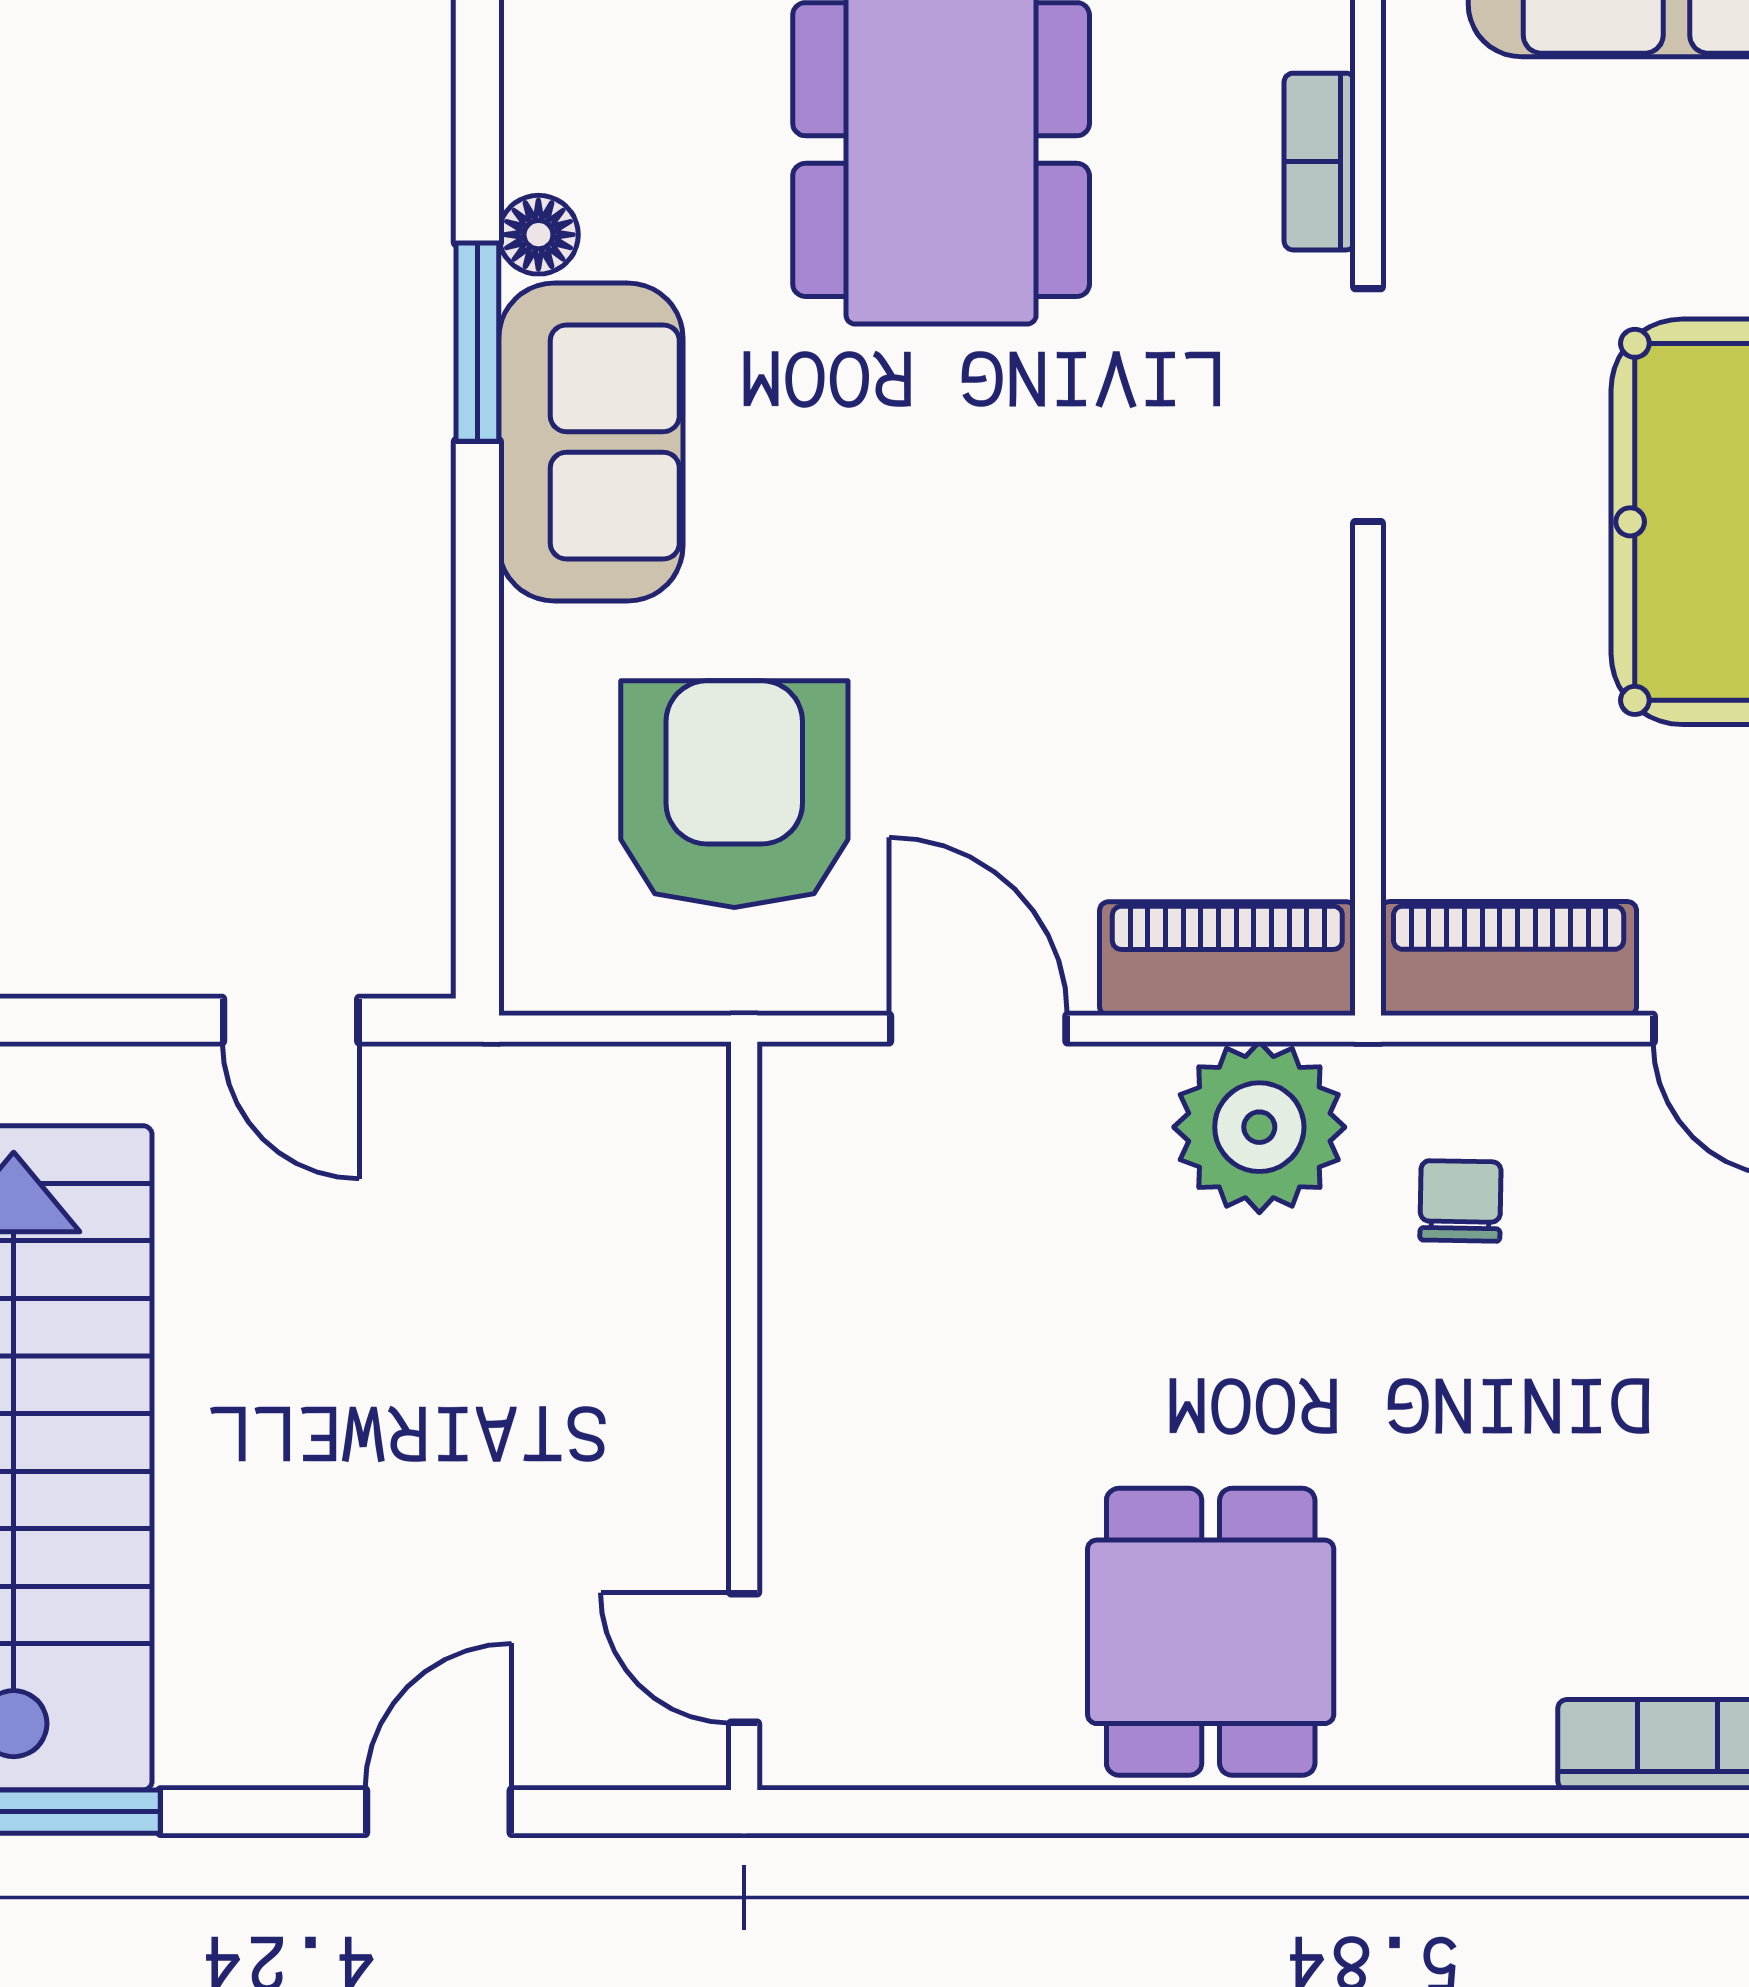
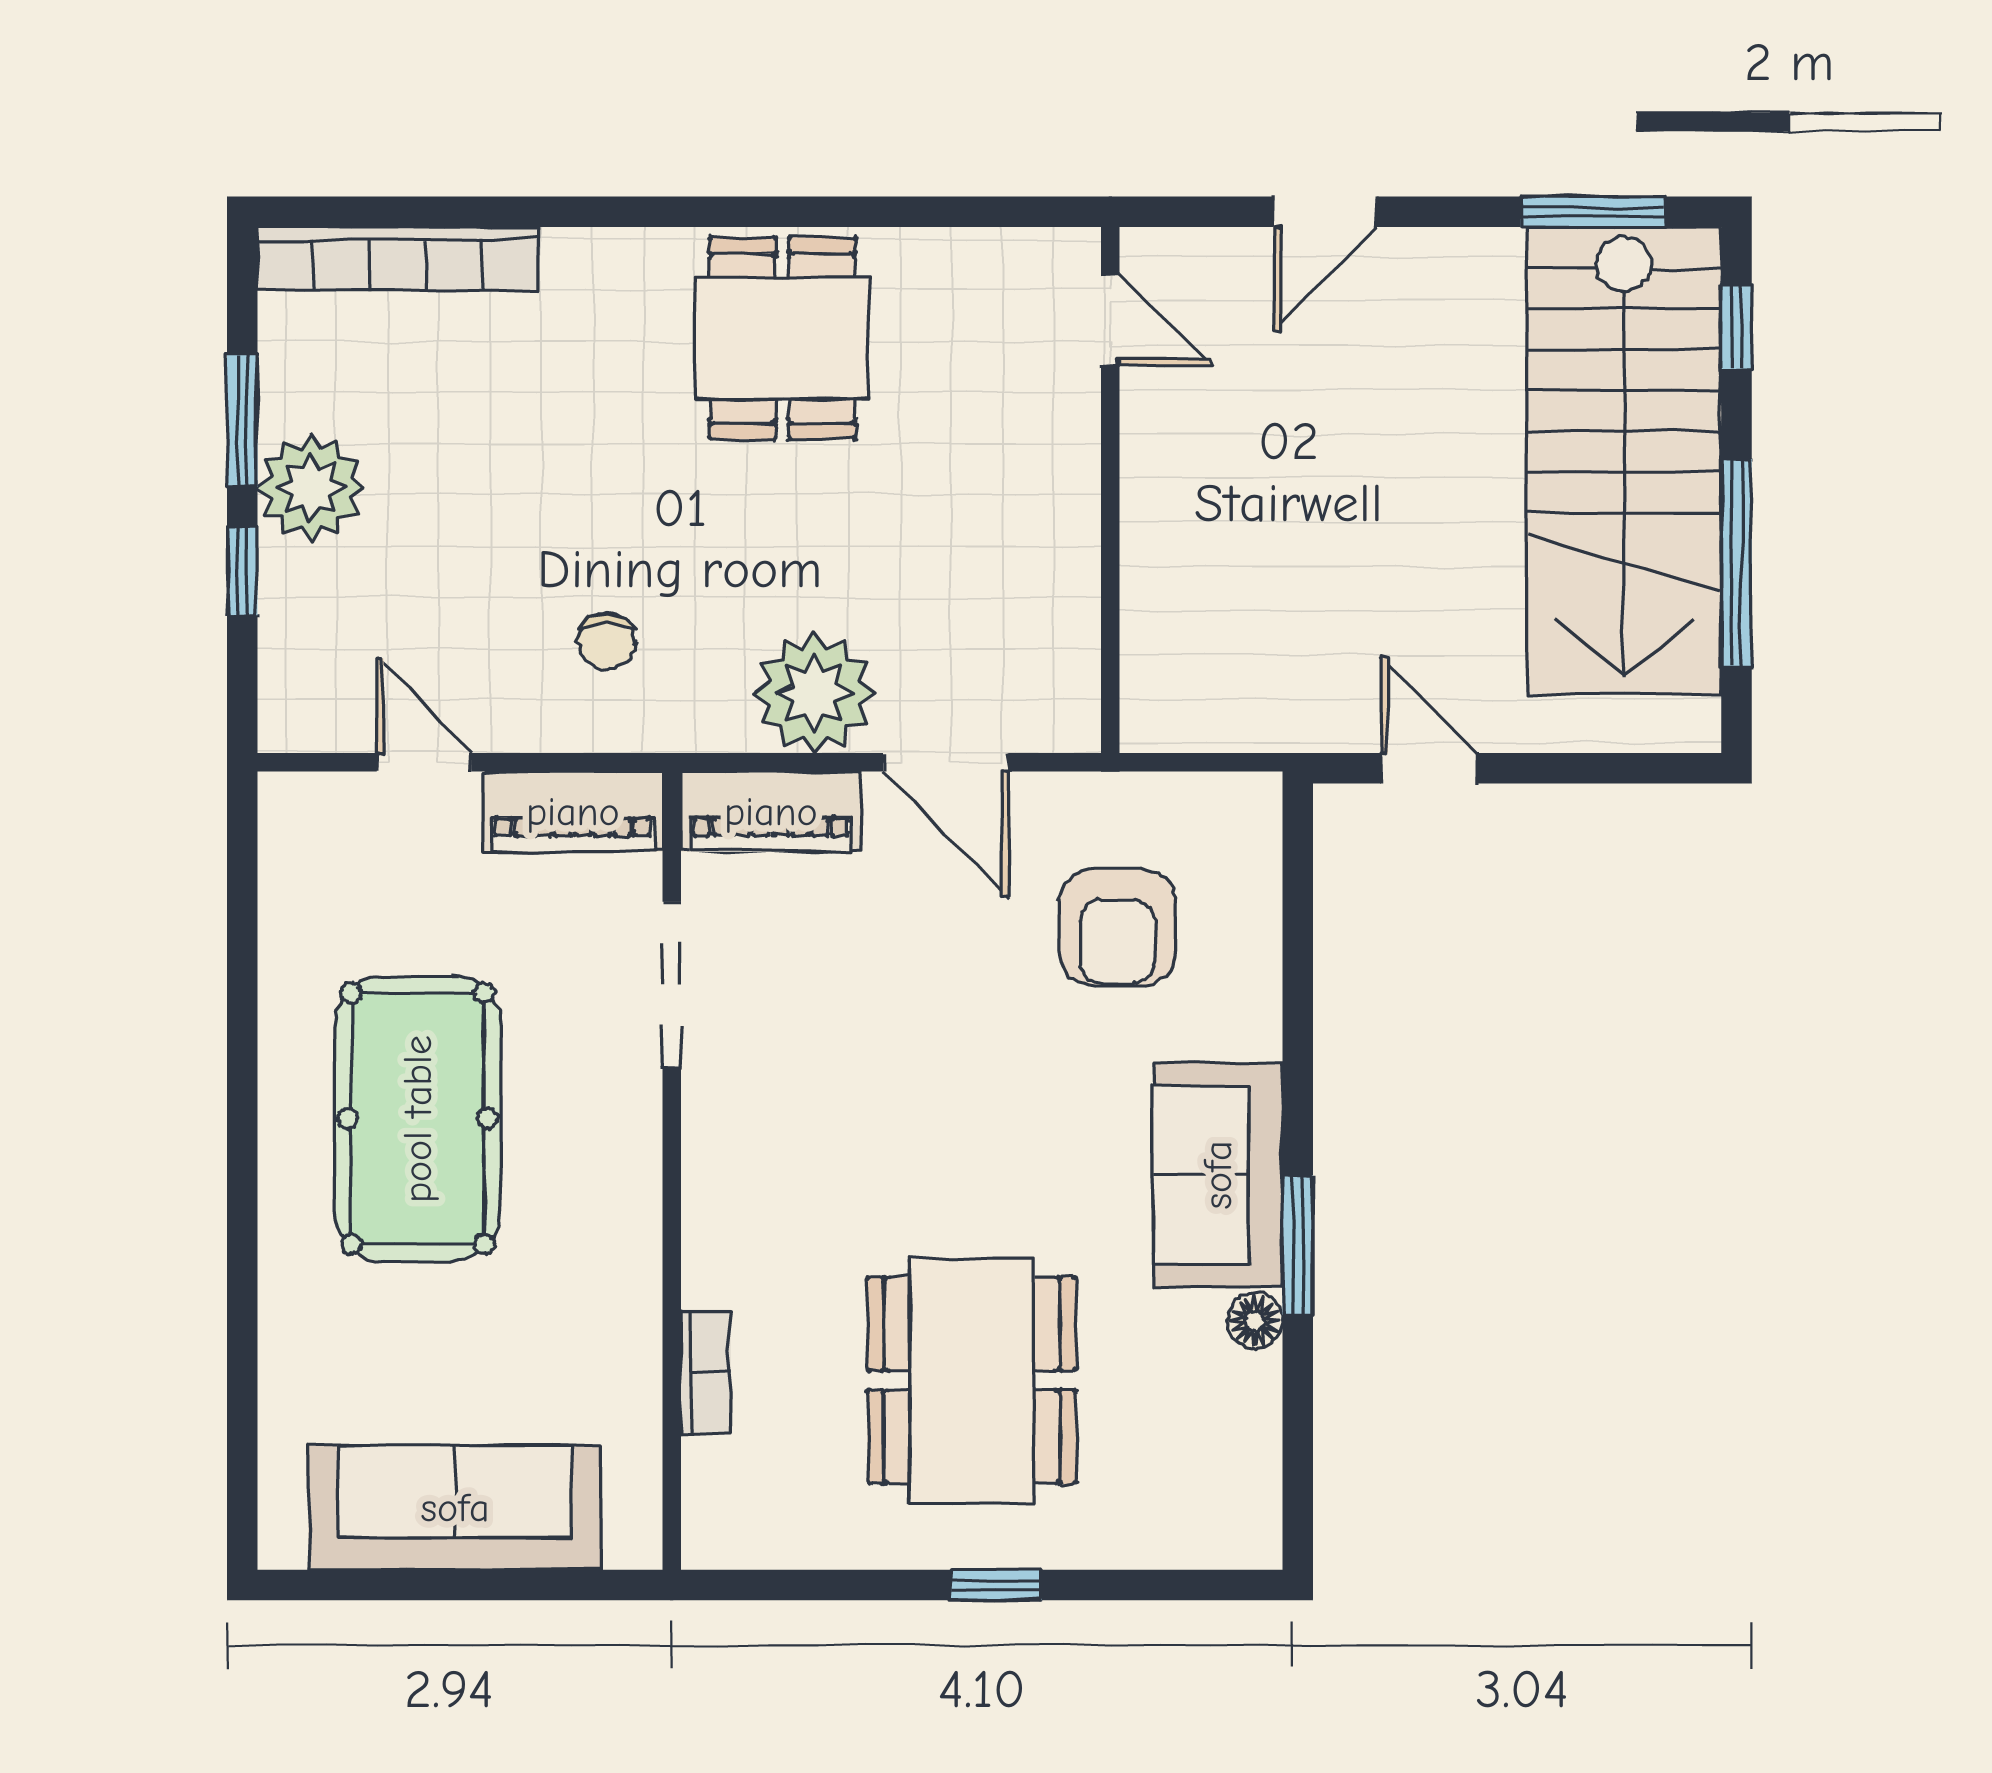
doorway: (1368, 405) -> (672, 984), moved
armchair: (734, 794) -> (1117, 927), width x0.73, depth x0.73
plant: (1259, 1127) -> (814, 693), moved

